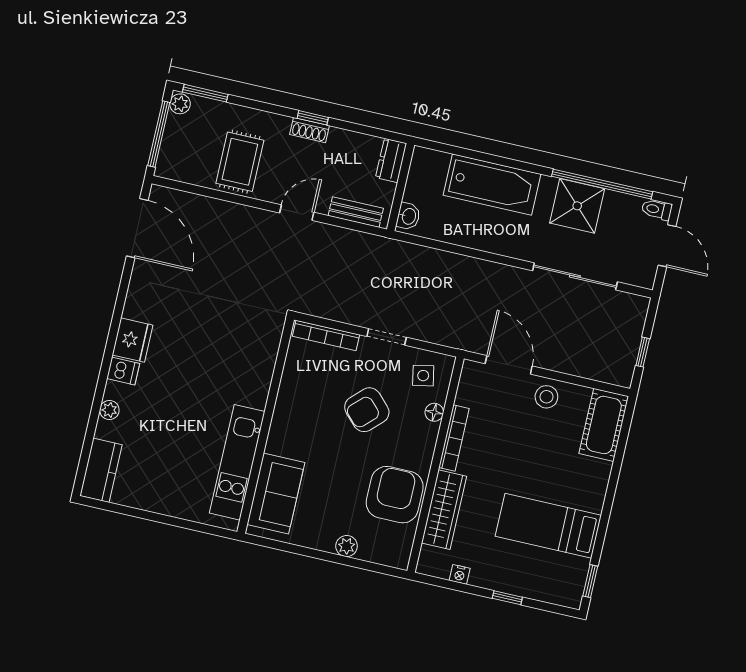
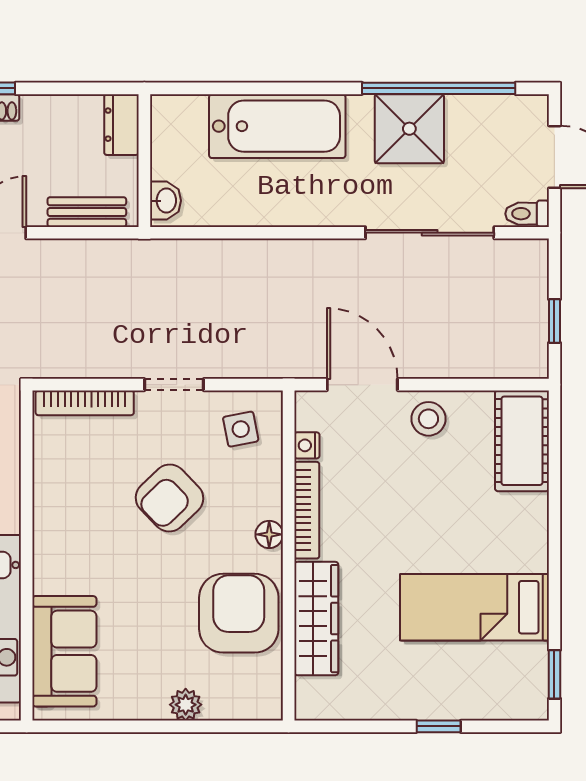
toilet: (657, 210) -> (527, 214), moved
floor lamp: (434, 412) -> (269, 534), moved
nightstand: (460, 574) -> (307, 445), moved, turned 90

